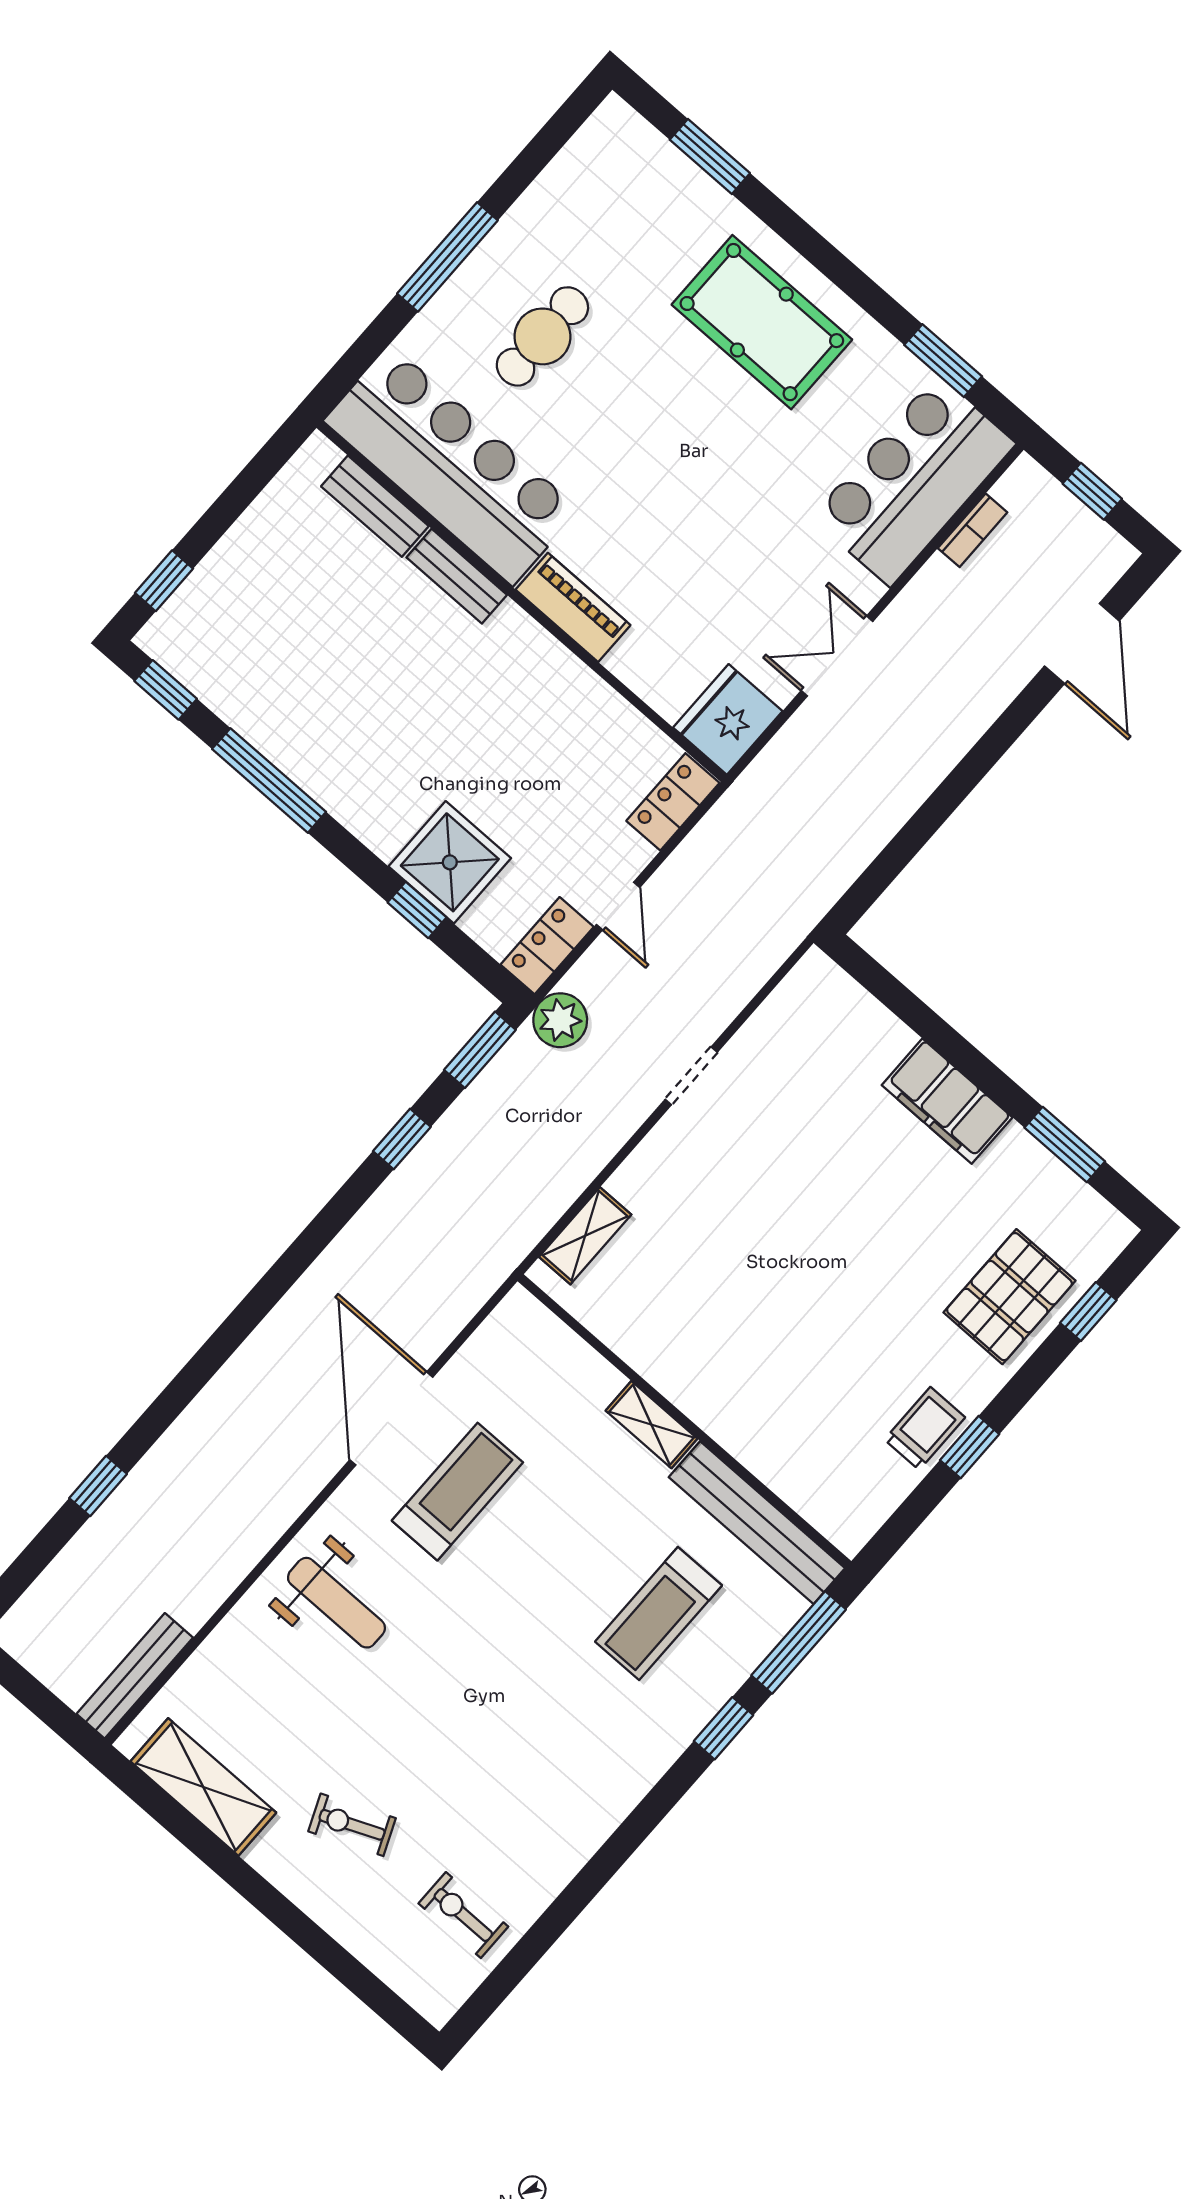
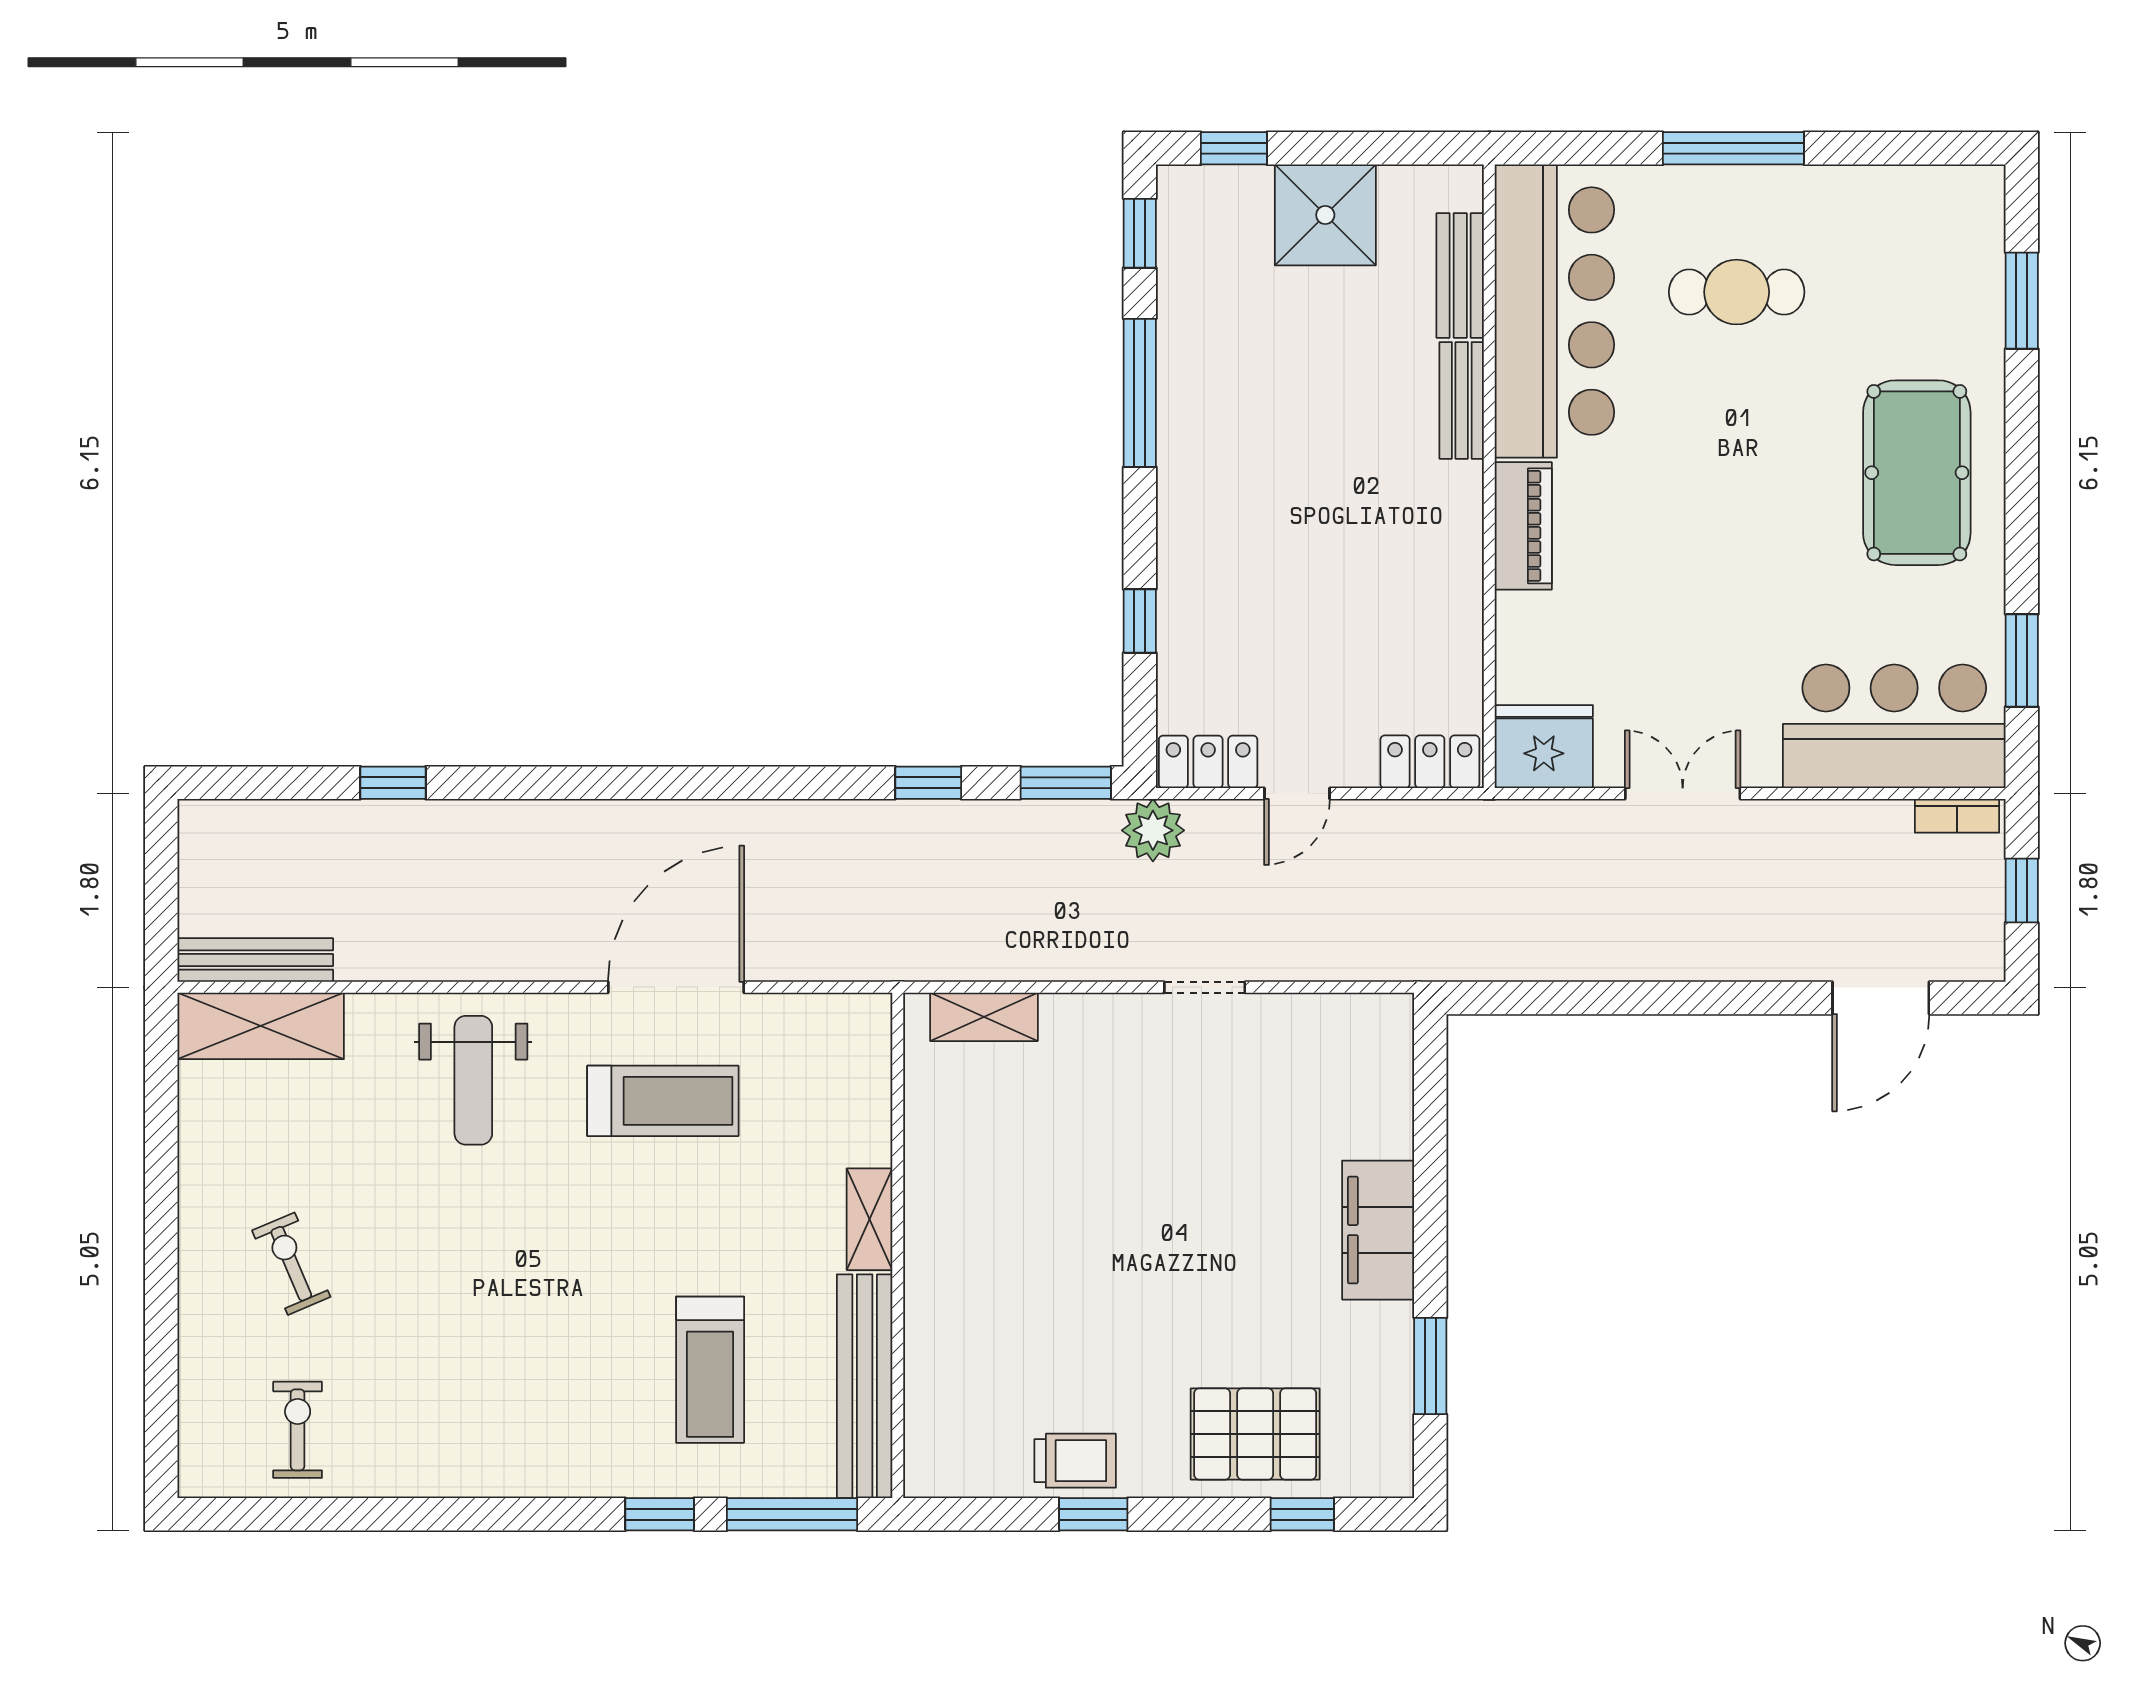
bookcase: (973, 530) -> (1957, 816), moved
shower: (450, 862) -> (1325, 215), moved
treadmill: (659, 1613) -> (710, 1370), turned -90
shelving: (203, 1787) -> (261, 1026), moved, turned 90

